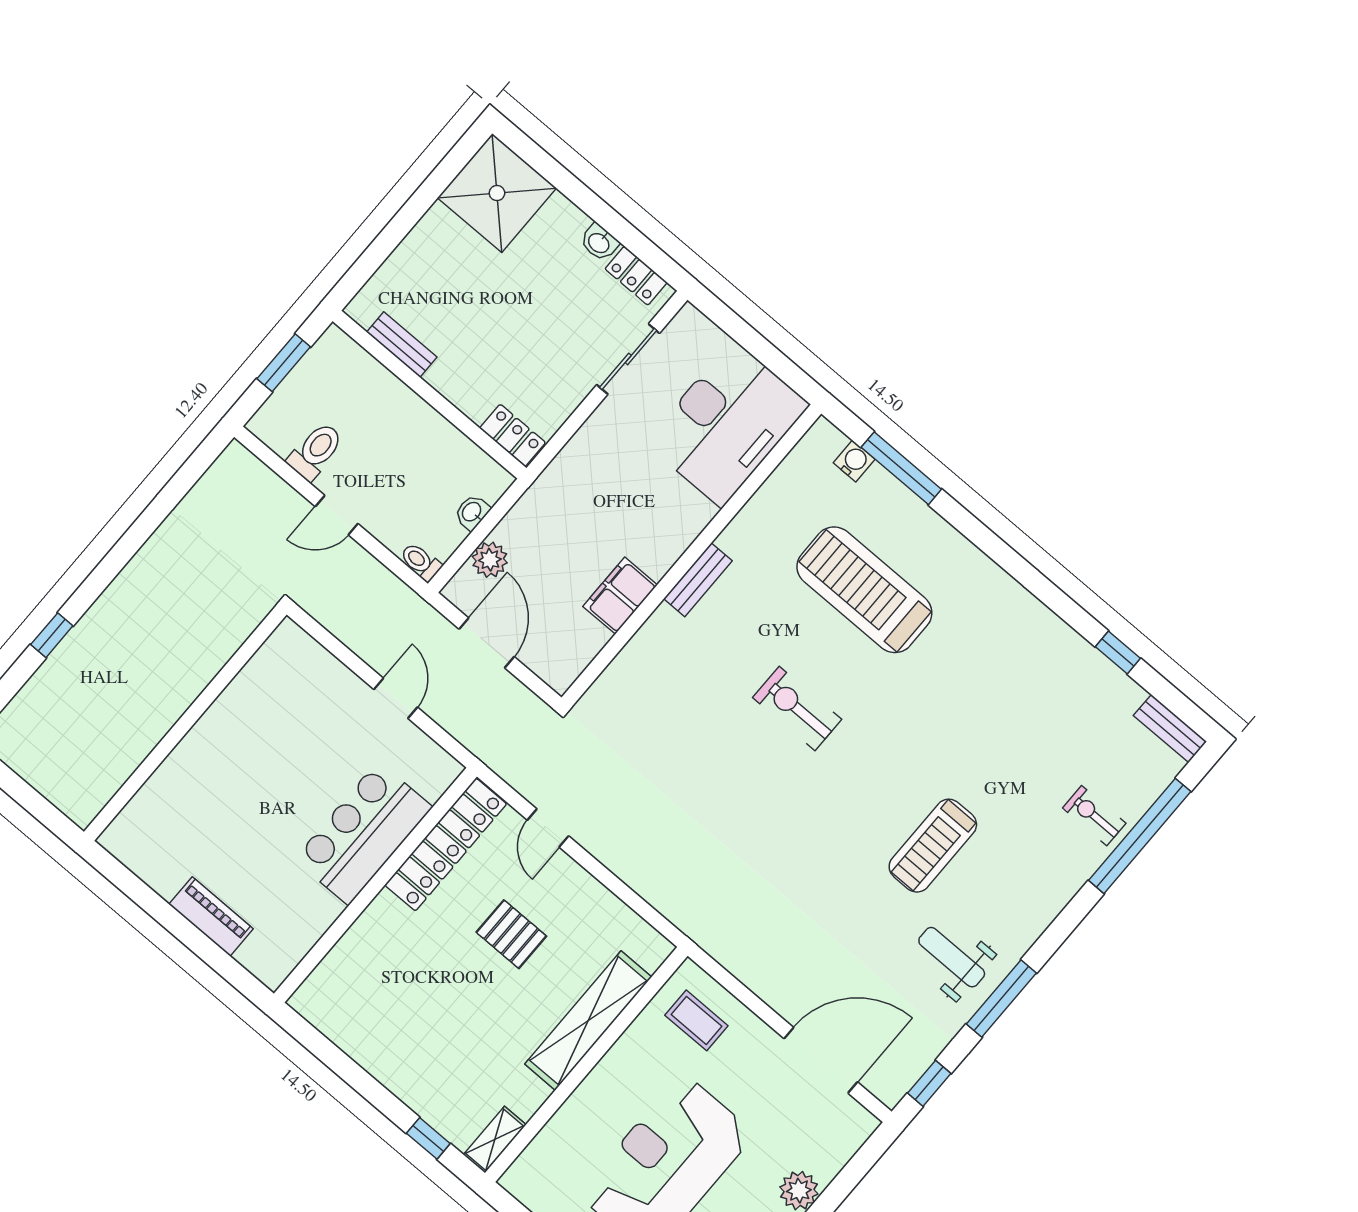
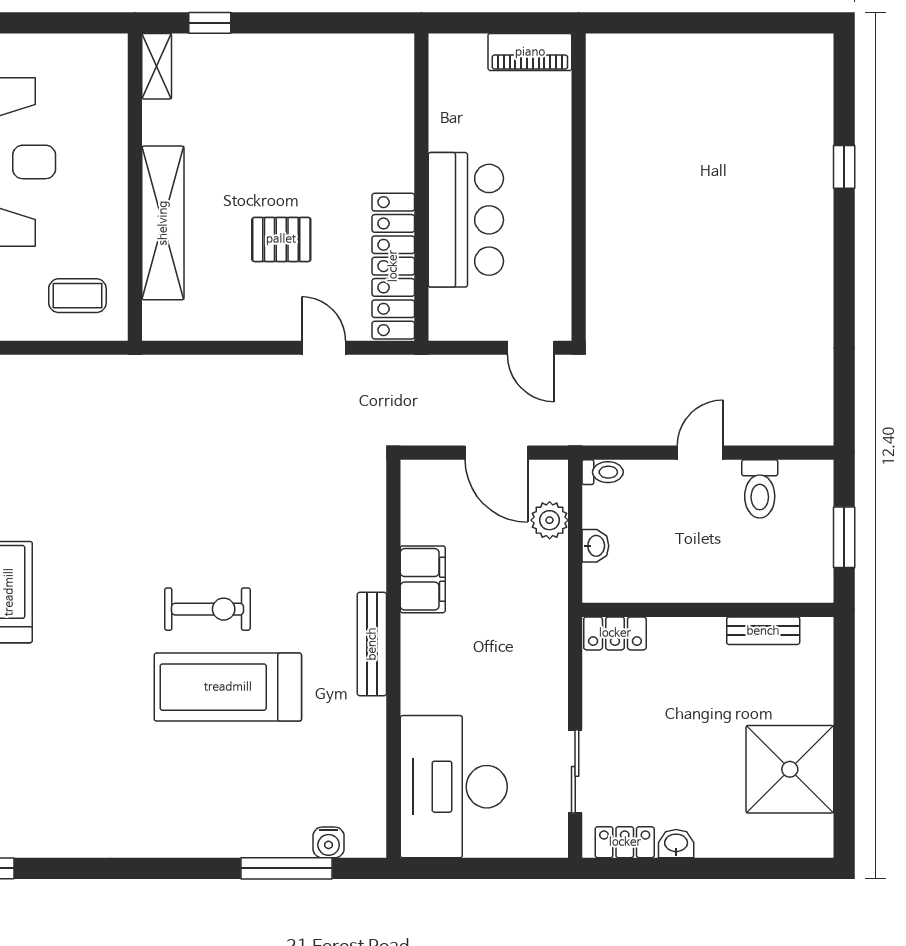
shower: (497, 193) -> (790, 769), moved
bench: (698, 580) -> (372, 644), width x1.36
treadmill: (864, 590) -> (228, 687), moved, turned 180
wall: (185, 723) -> (579, 187), moved

